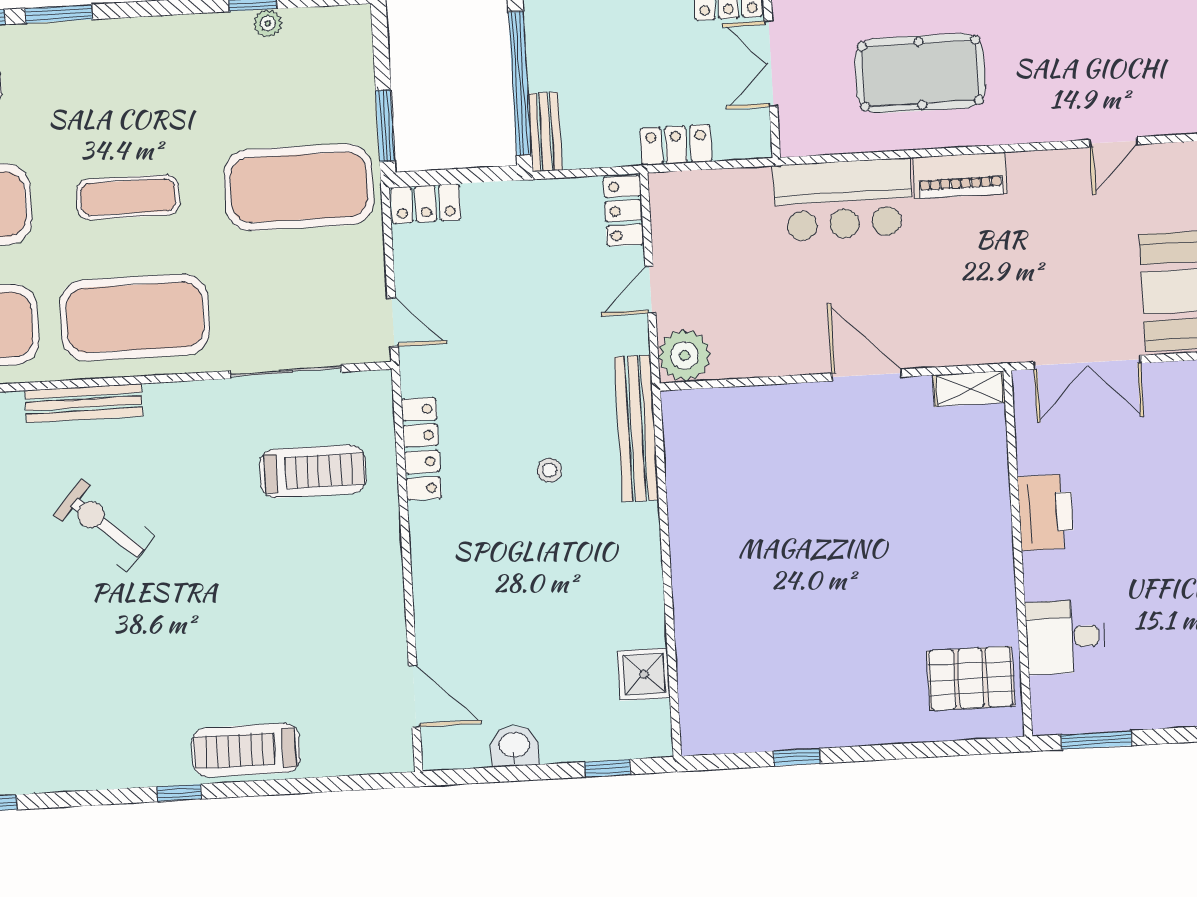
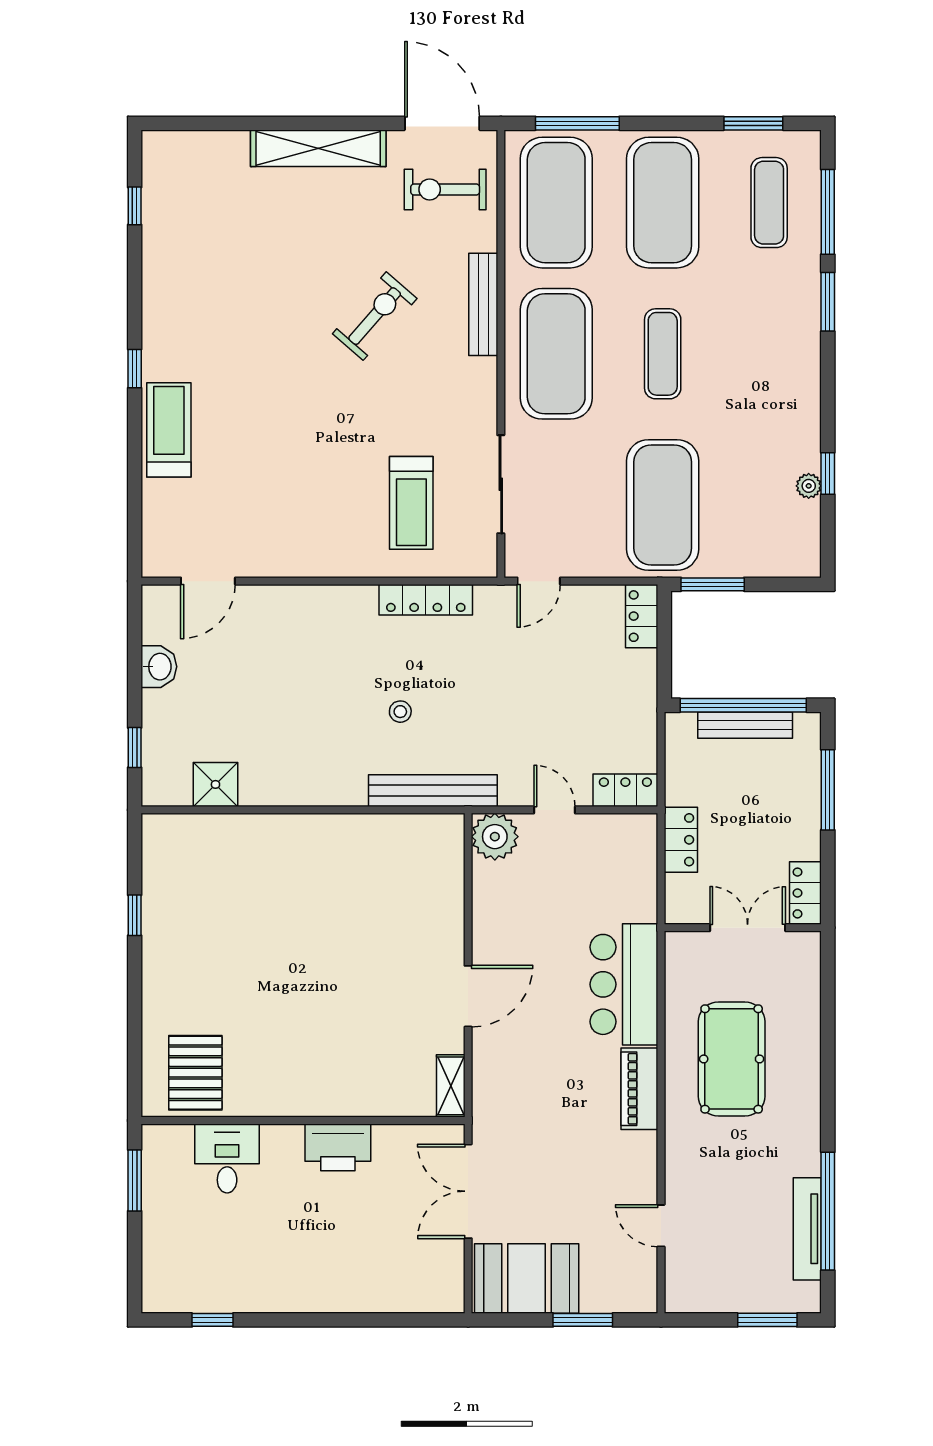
bench: (545, 132) -> (745, 725), moved, width x1.36

